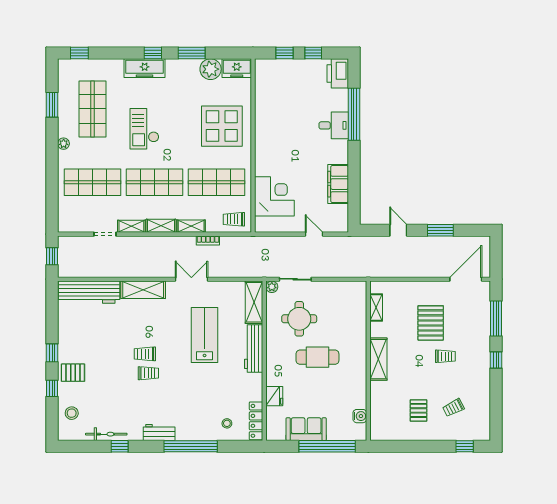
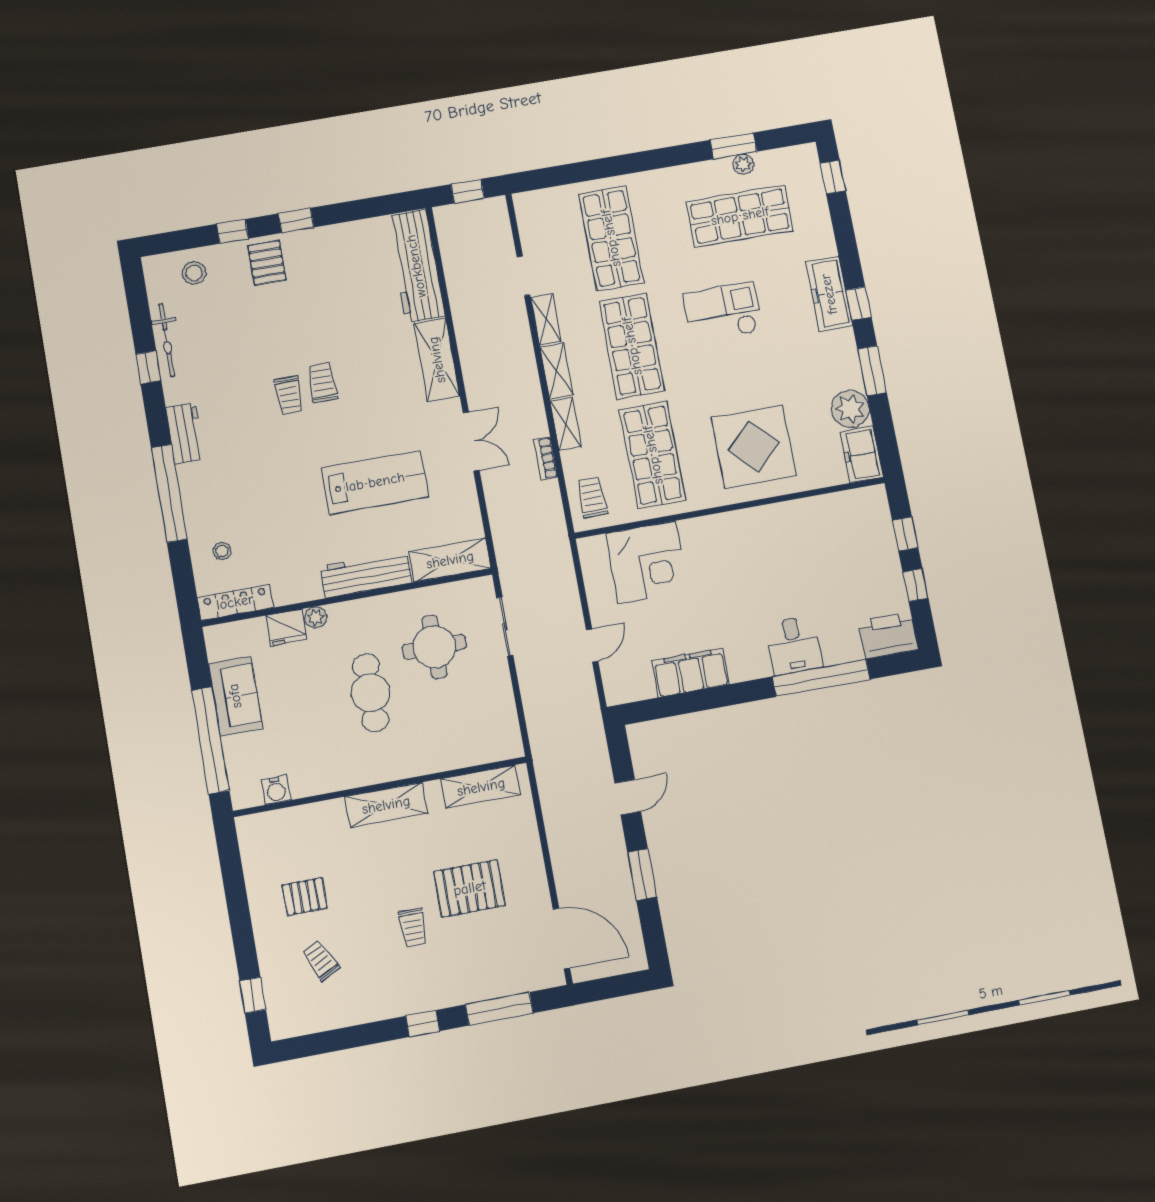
plant: (64, 144) -> (743, 164), moved
plant: (272, 287) -> (316, 617), moved
shelving: (376, 308) -> (481, 787), width x1.50, depth x1.33

